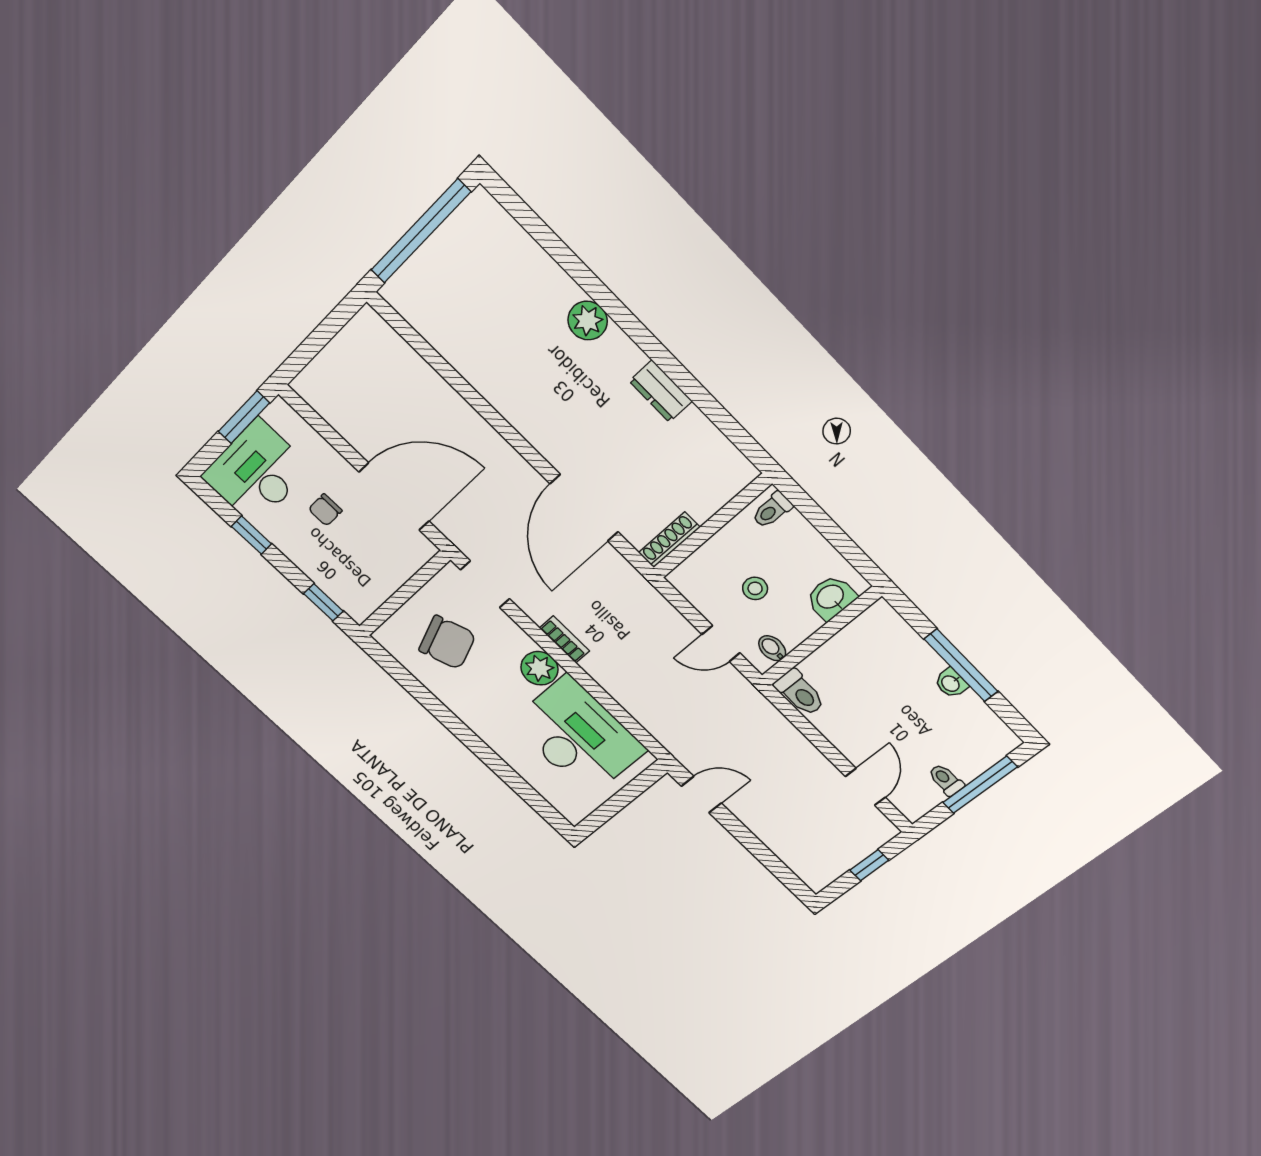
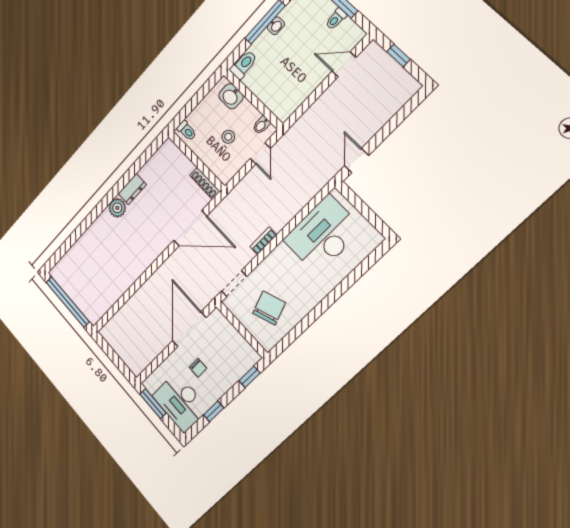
plant: (588, 321) -> (117, 208), moved
plant: (539, 668) -> (281, 256), removed
toilet: (800, 693) -> (244, 65), moved

